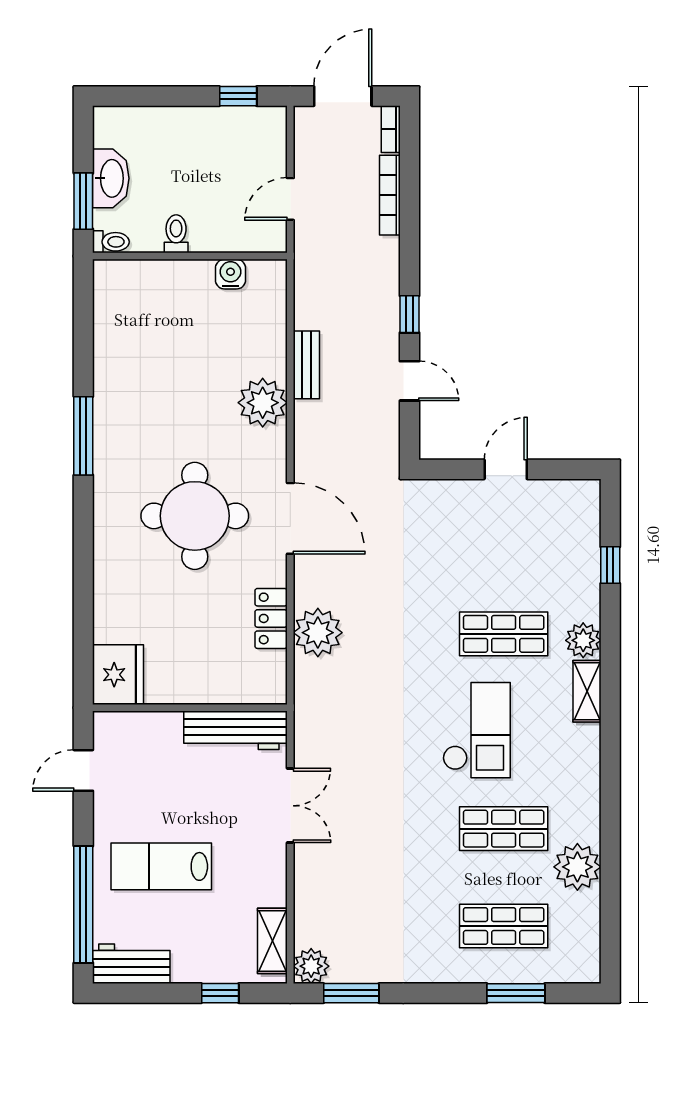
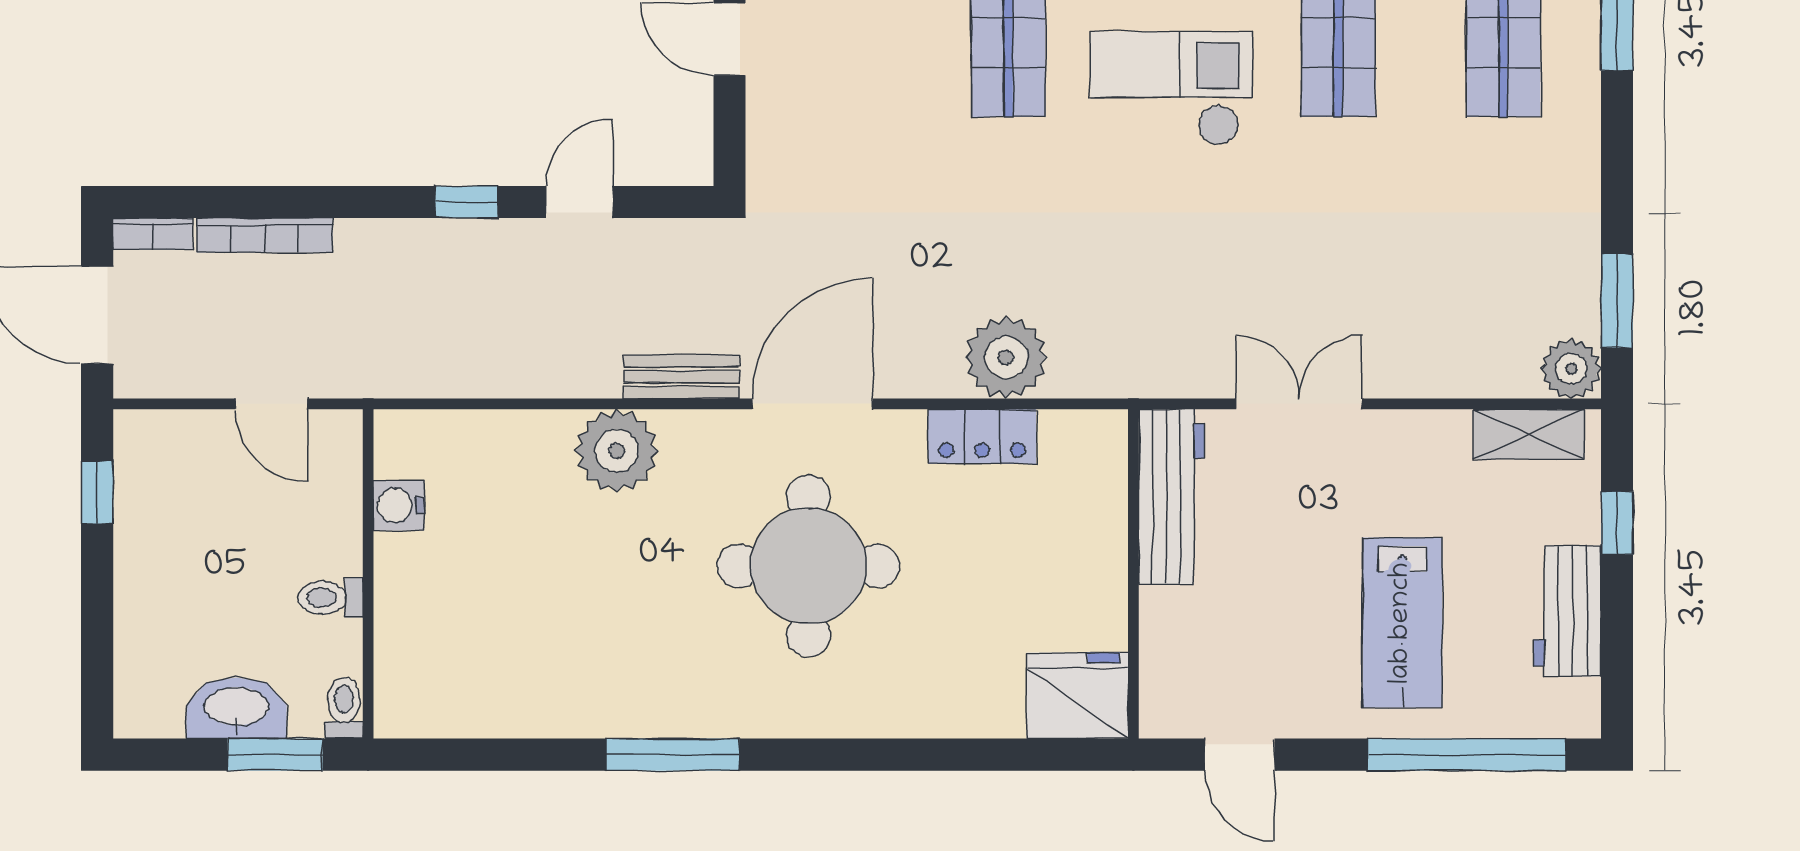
bench: (306, 365) -> (682, 377), moved
workbench: (131, 964) -> (1567, 611), moved

